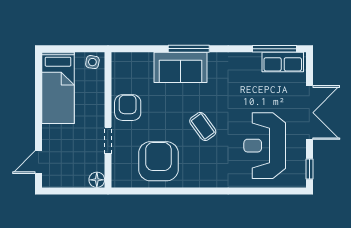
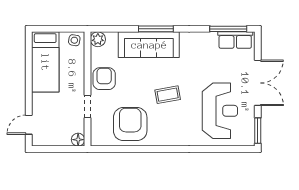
plant: (120, 61) -> (98, 39), added
sofa: (181, 67) -> (149, 45), width x1.36
coffee table: (203, 126) -> (168, 95), turned -64
reception desk: (265, 146) -> (220, 111), turned 180
window: (309, 169) -> (258, 131), width x1.50

